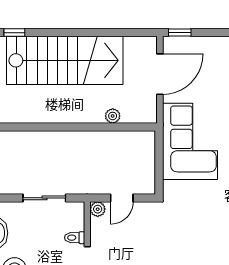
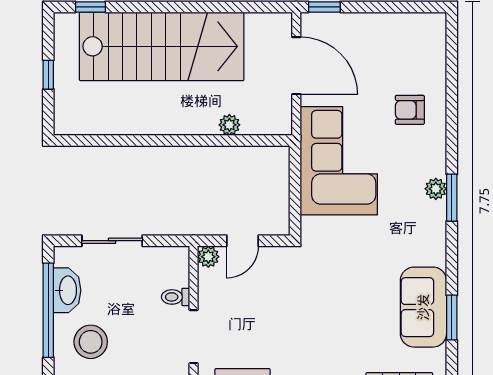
door: (160, 74) -> (296, 66), hinge flipped
sliding door: (44, 198) -> (112, 241), moved

